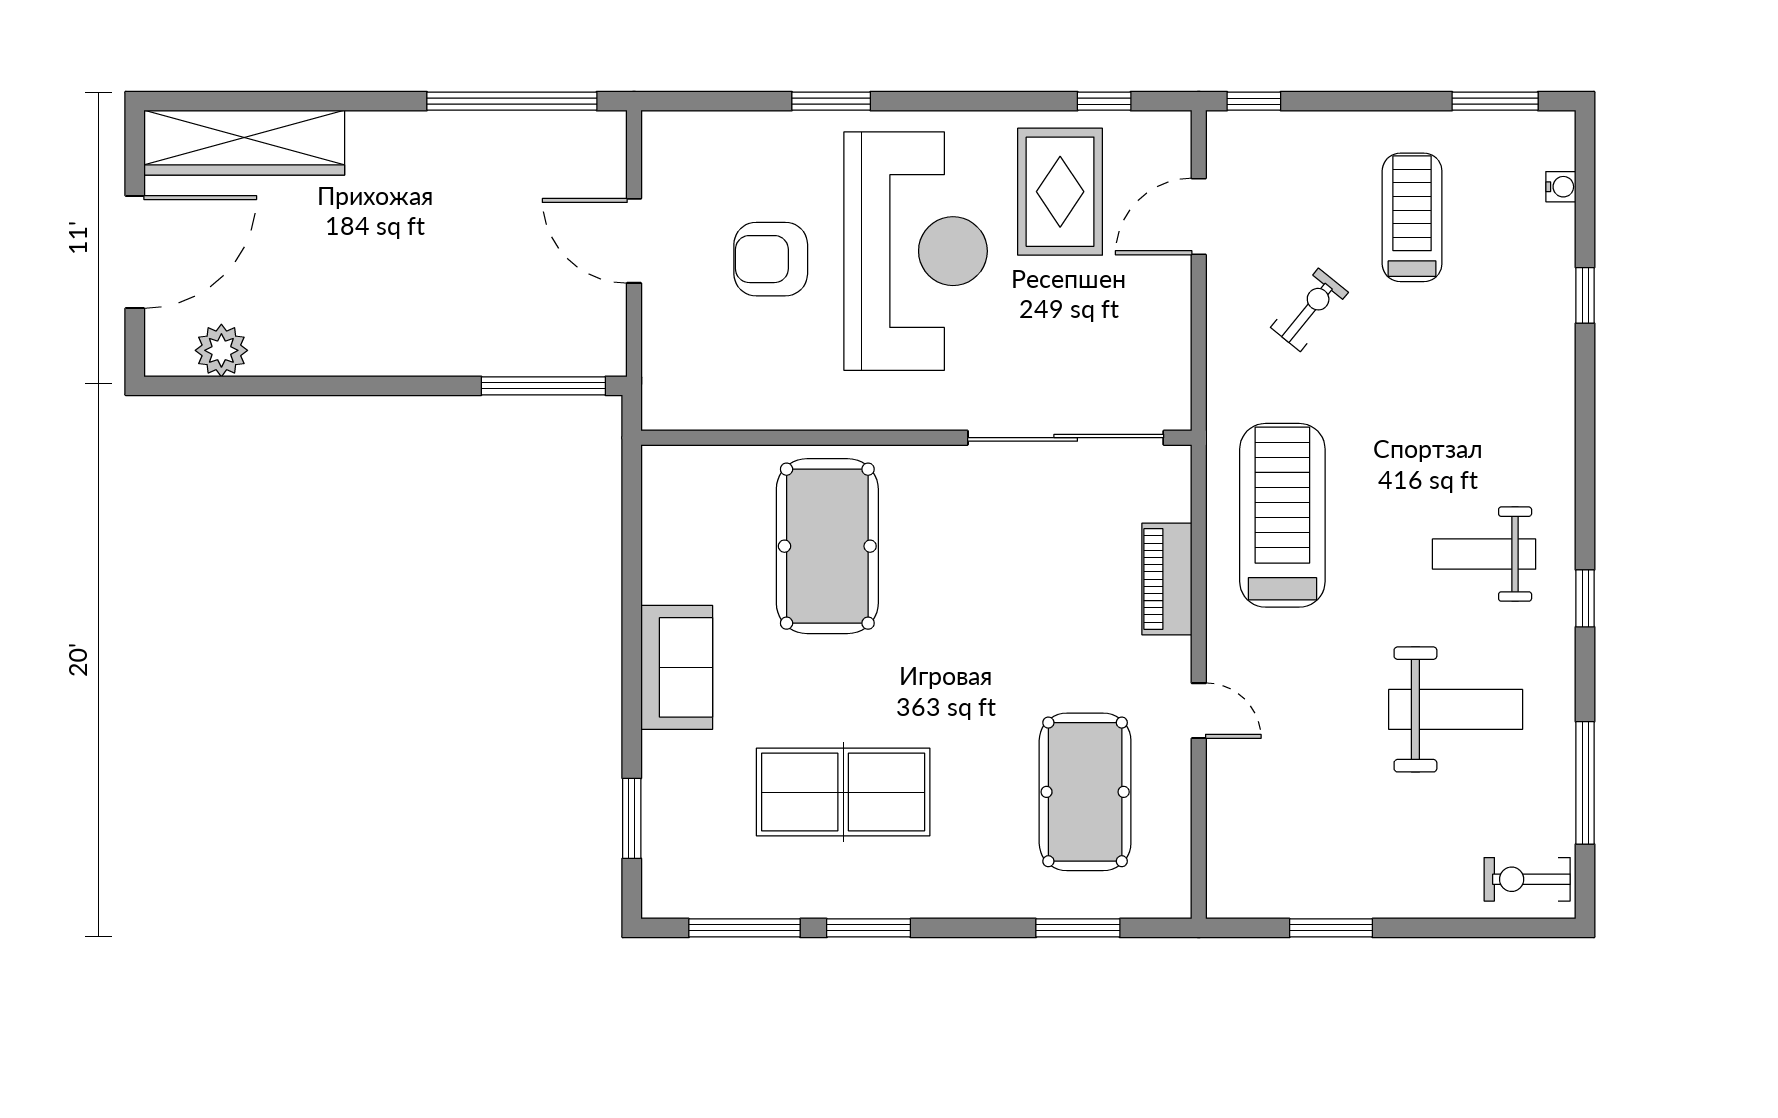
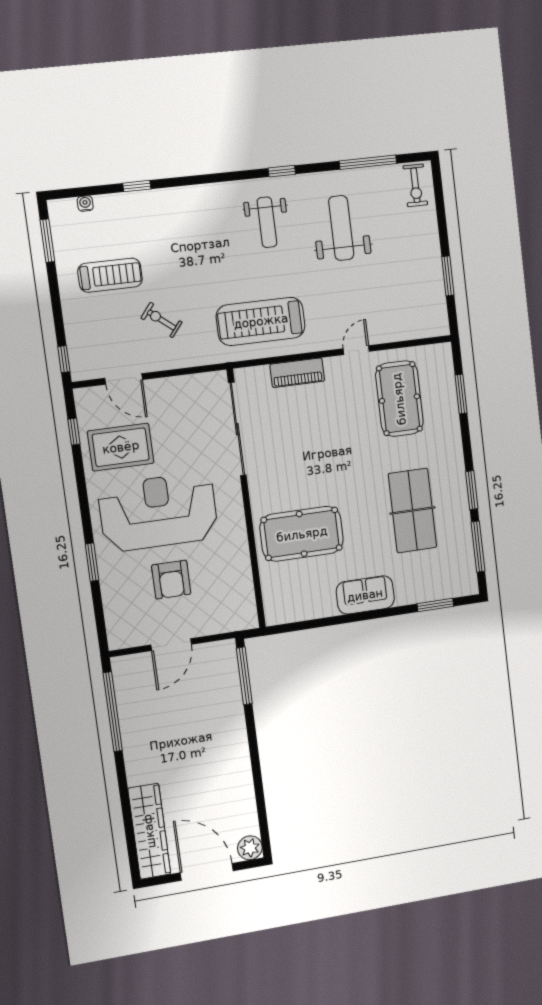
treadmill: (1412, 217) -> (110, 275), turned 180
plant: (221, 350) -> (250, 848), moved
pool table: (1085, 792) -> (399, 399), turned 90

